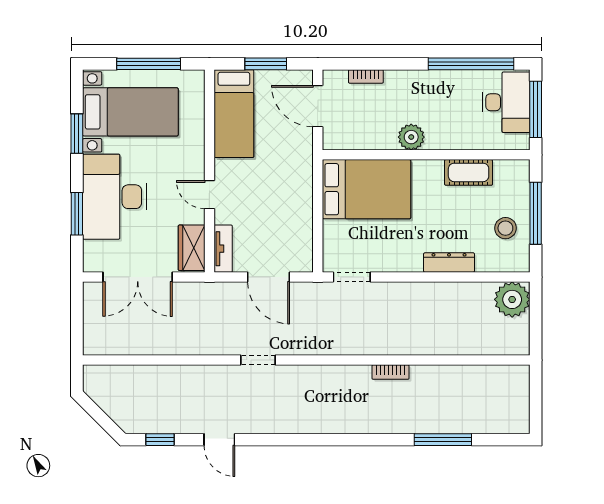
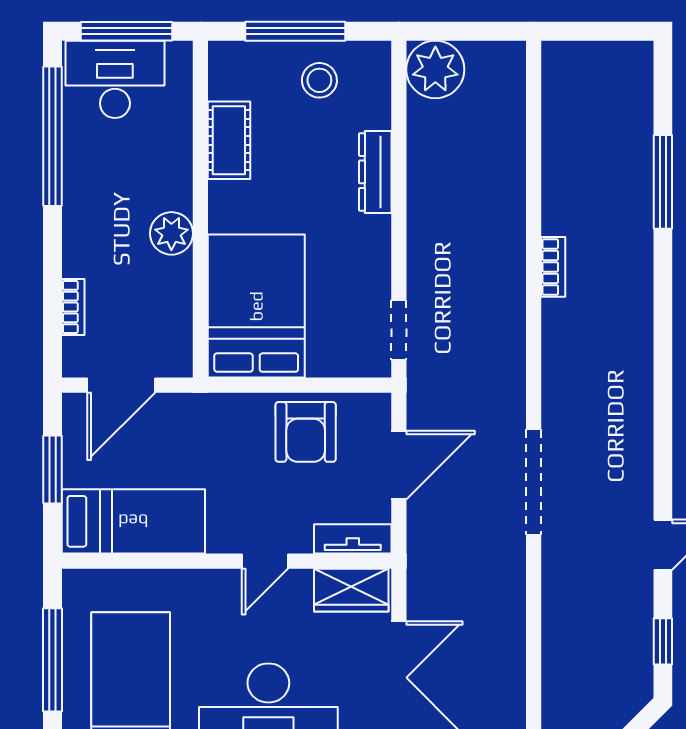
armchair: (289, 220) -> (306, 432), added
doorway: (258, 360) -> (534, 482), width x1.87

